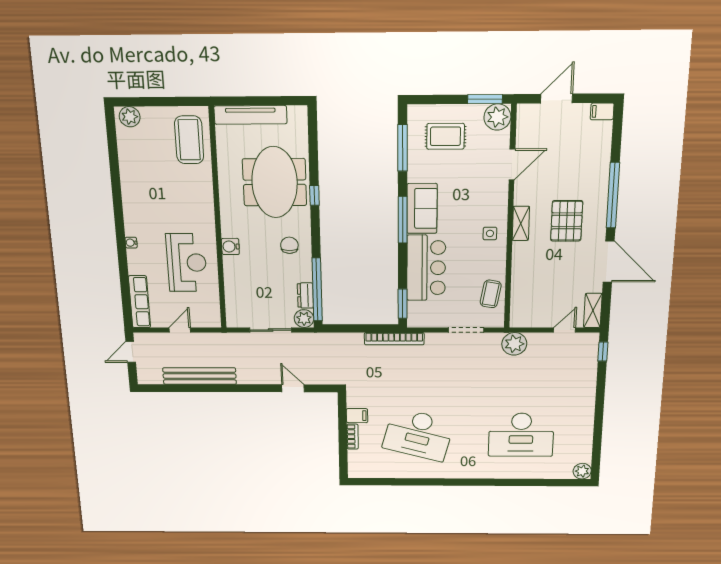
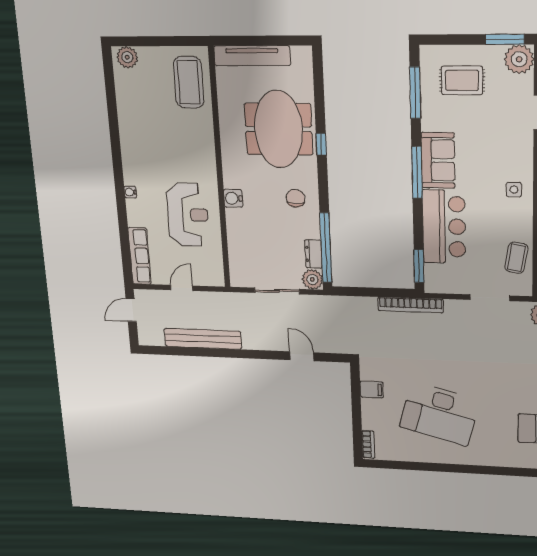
bookcase: (352, 437) -> (368, 444), moved

